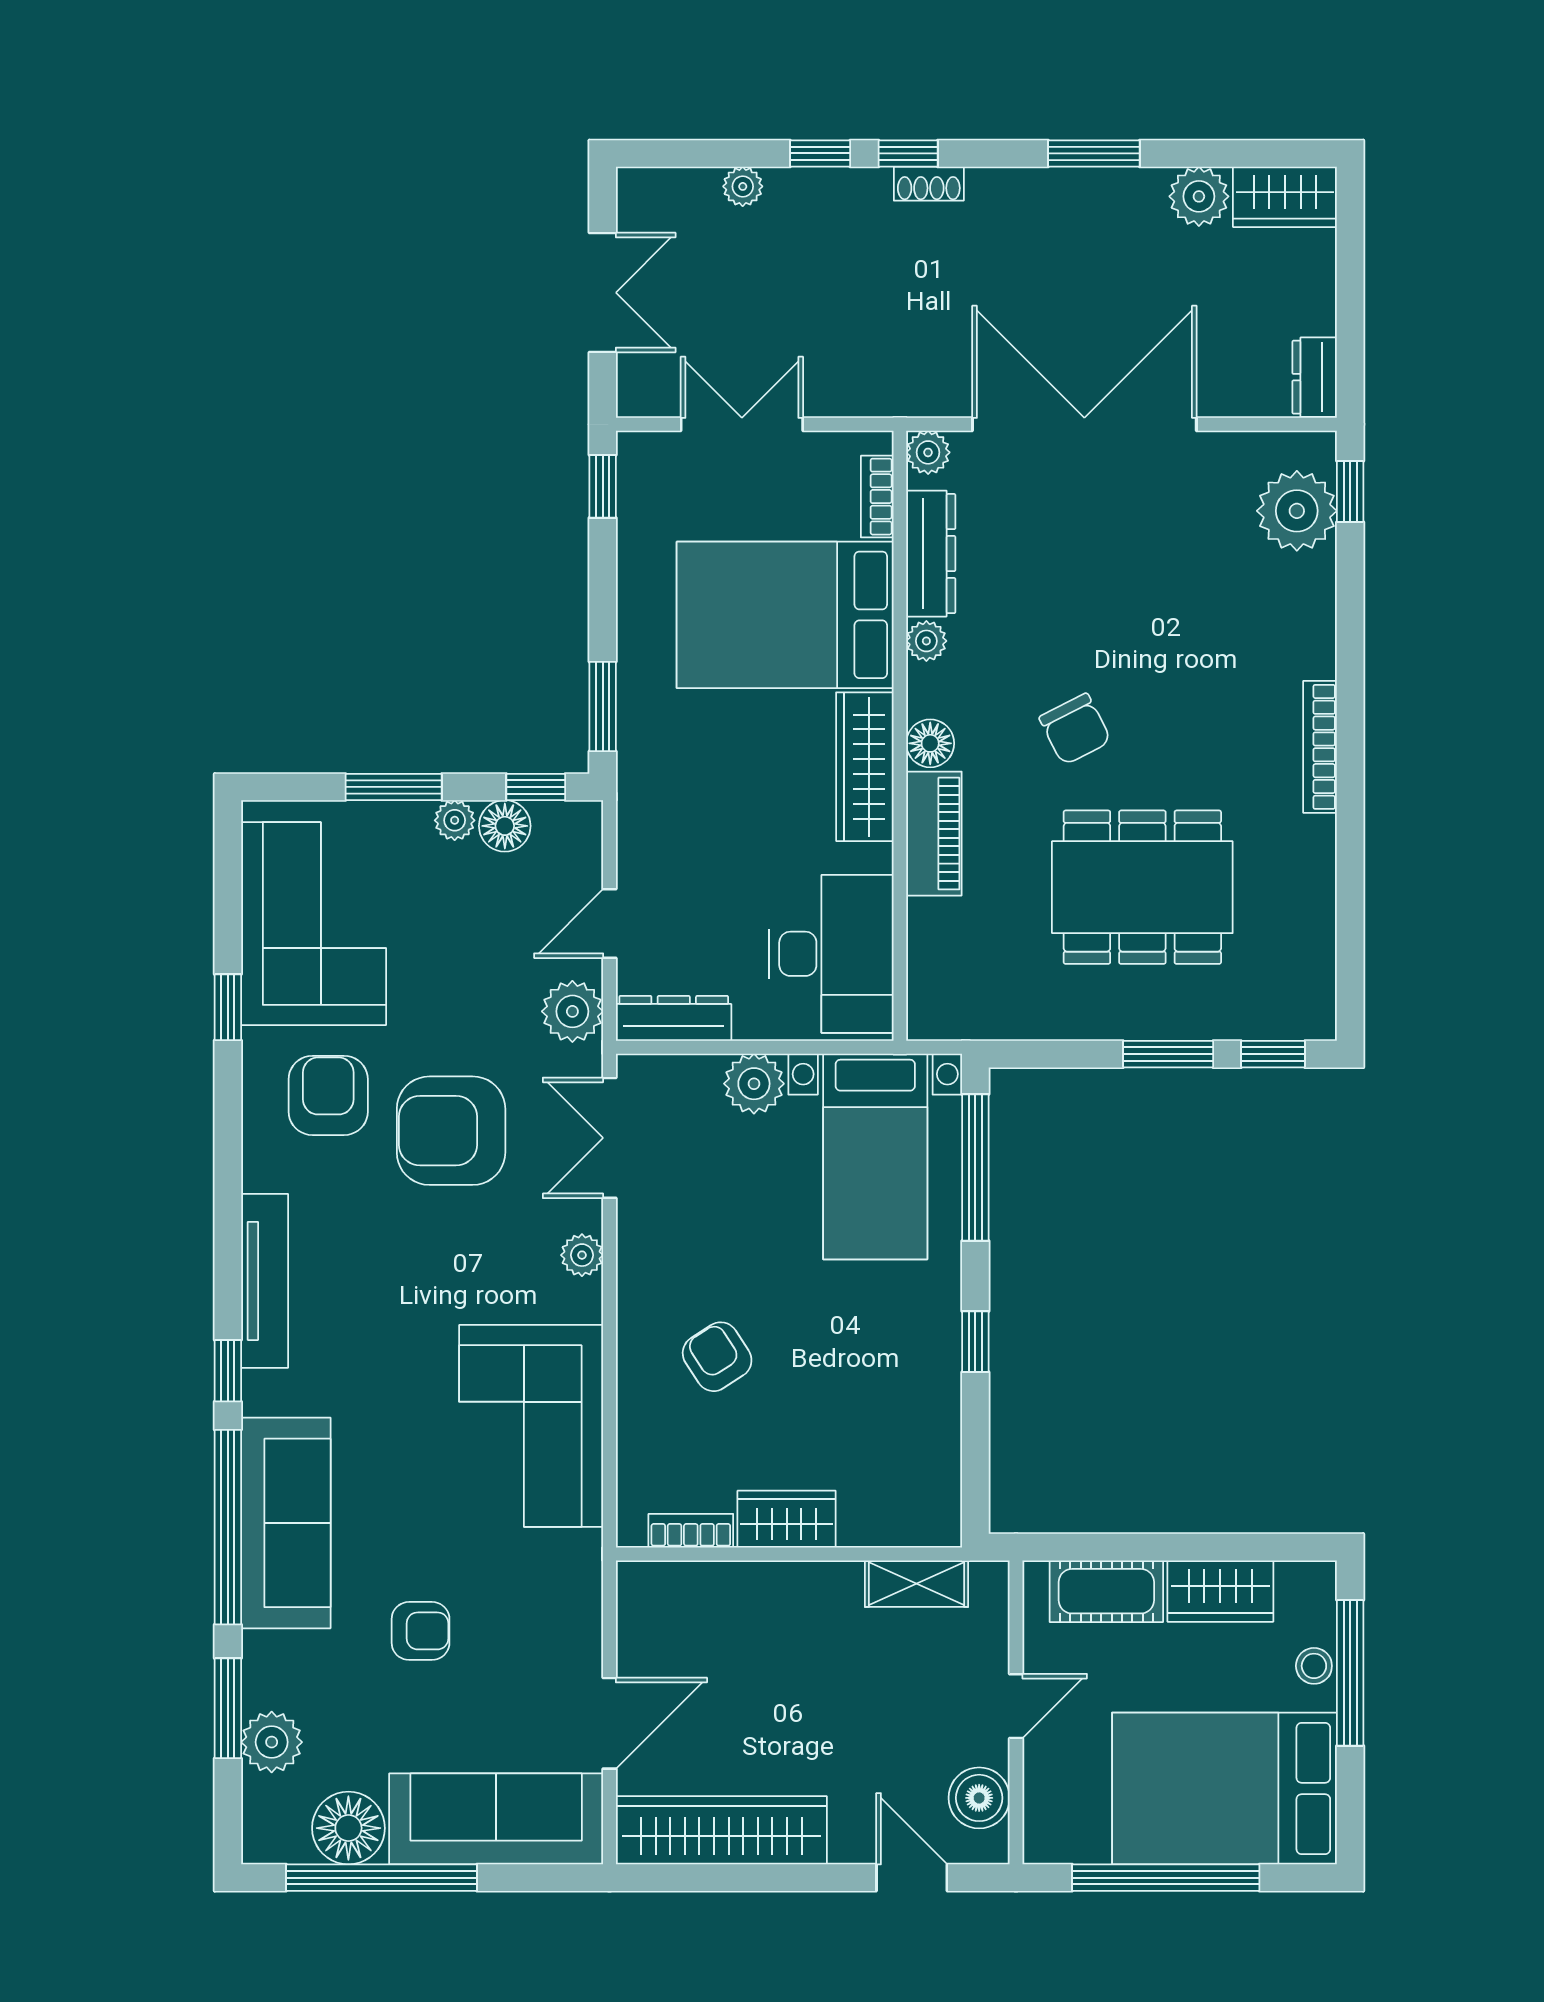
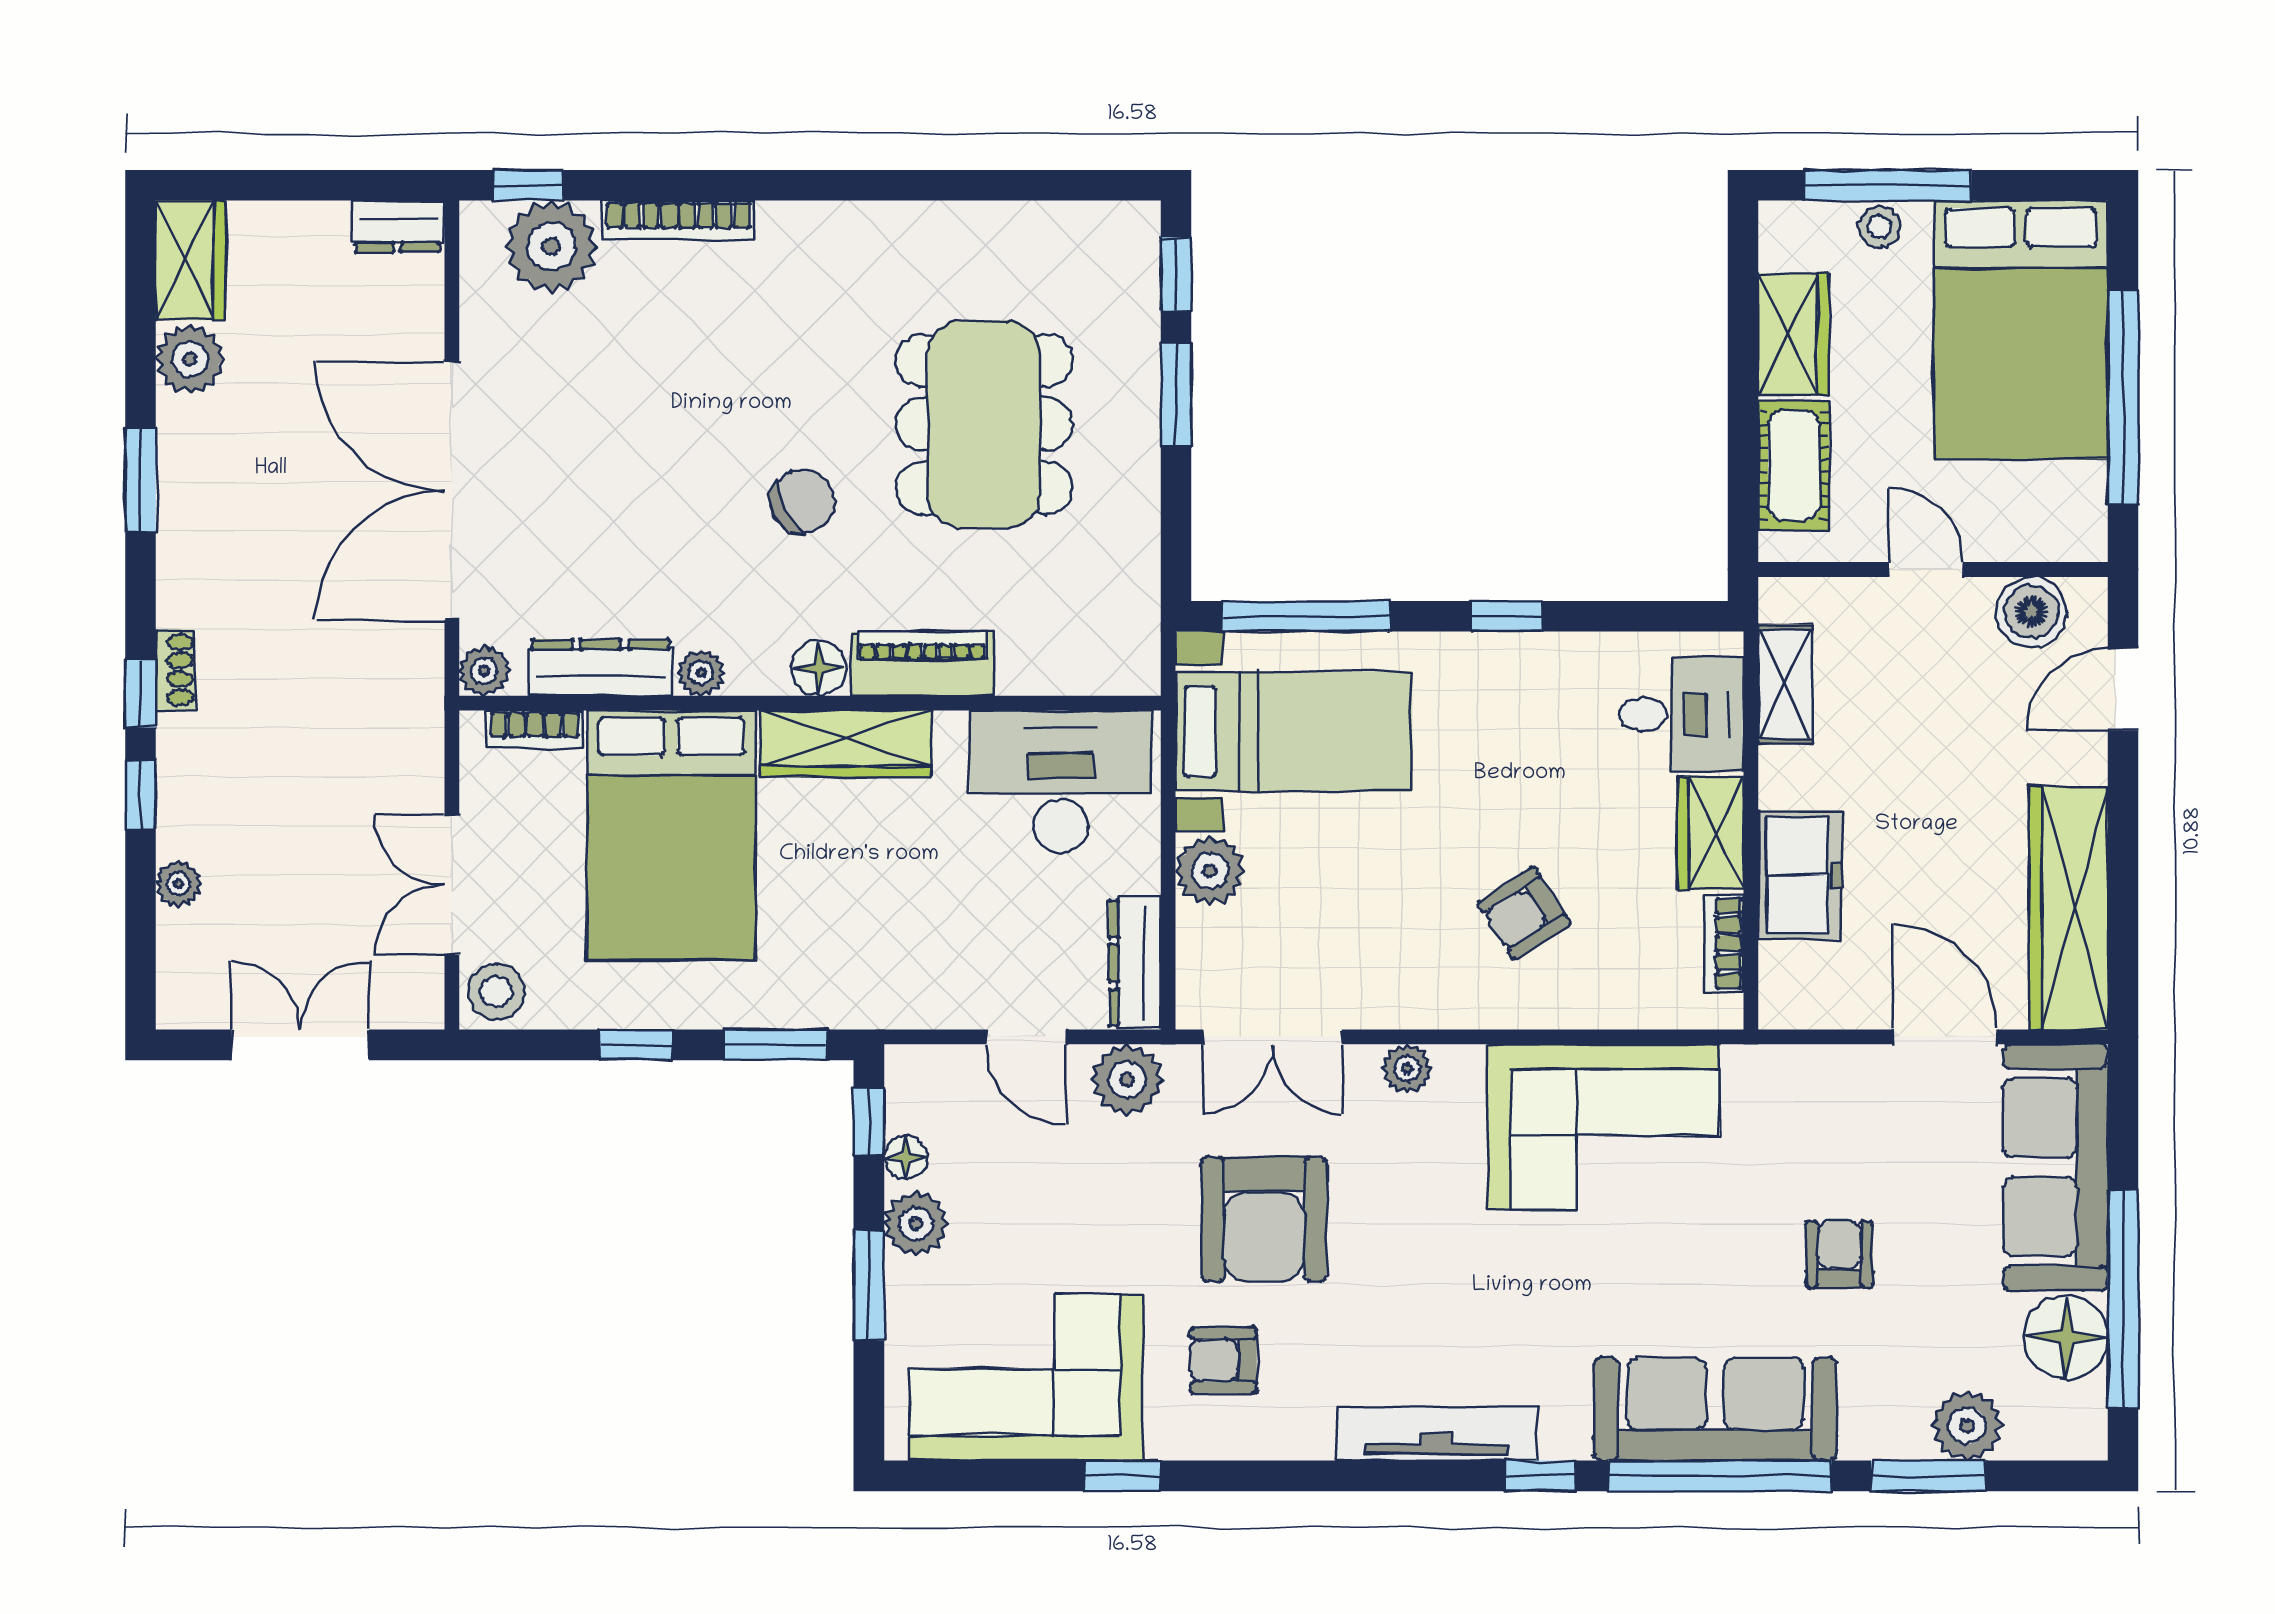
stool: (649, 463) -> (496, 992), added
window: (603, 486) -> (636, 1045), moved
bookcase: (1320, 747) -> (678, 220), moved
plant: (455, 820) -> (916, 1224), width x1.38, depth x1.38
floor lamp: (505, 826) -> (906, 1157), width x0.73, depth x0.73
armchair: (328, 1095) -> (1224, 1360), width x0.72, depth x0.72
desk: (890, 1494) -> (1681, 714), added
freezer: (750, 1597) -> (1800, 875), added

